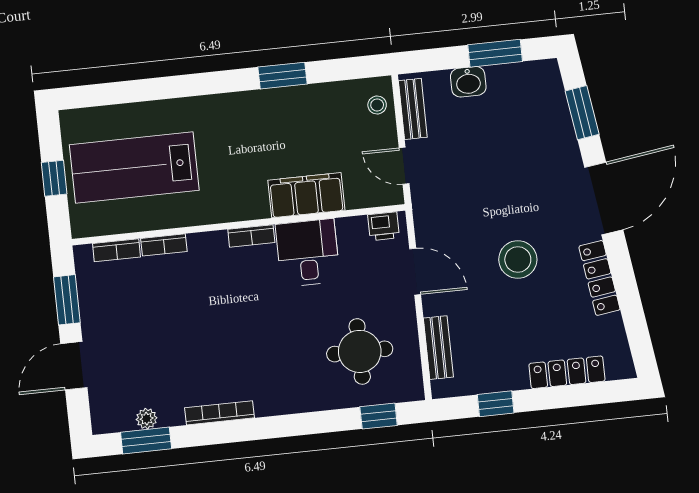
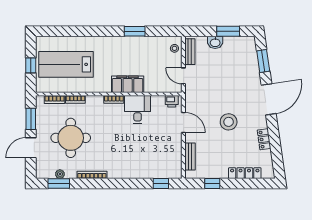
filing cabinet: (306, 195) -> (128, 84), moved
locker: (599, 278) -> (264, 139), width x0.66
round table: (360, 351) -> (71, 138), moved, width x1.36, depth x1.36

